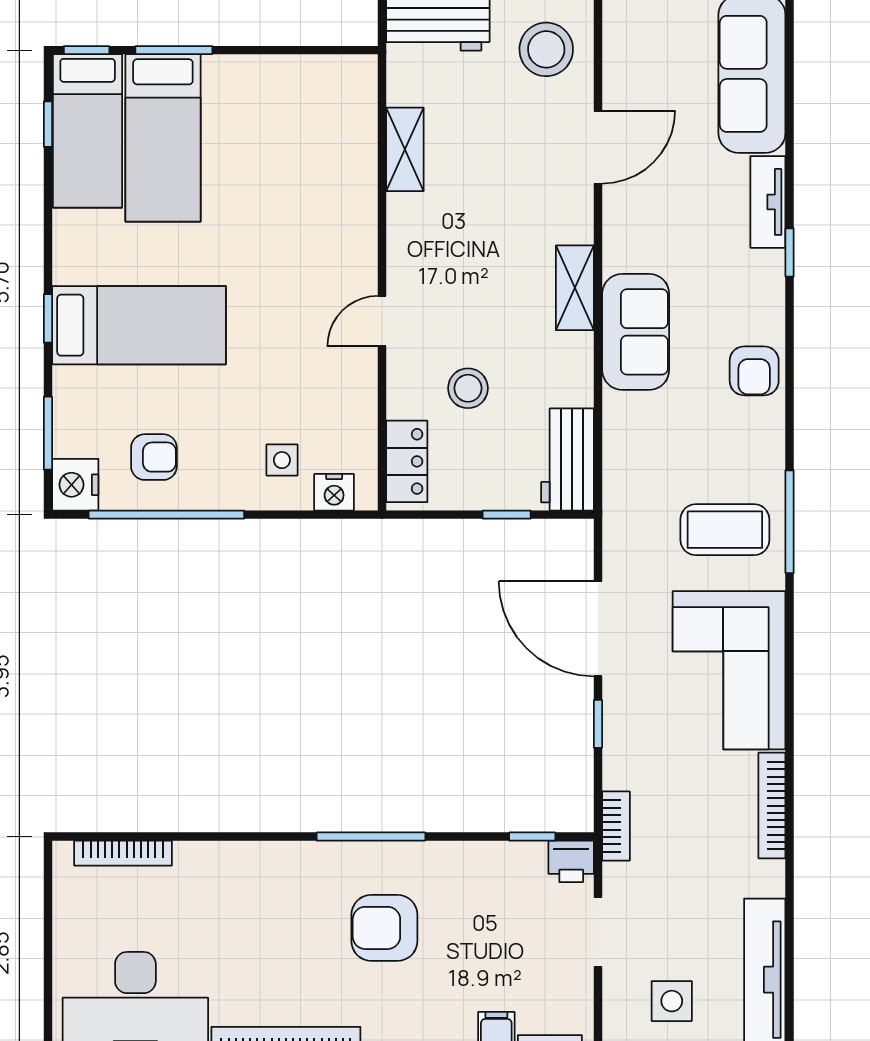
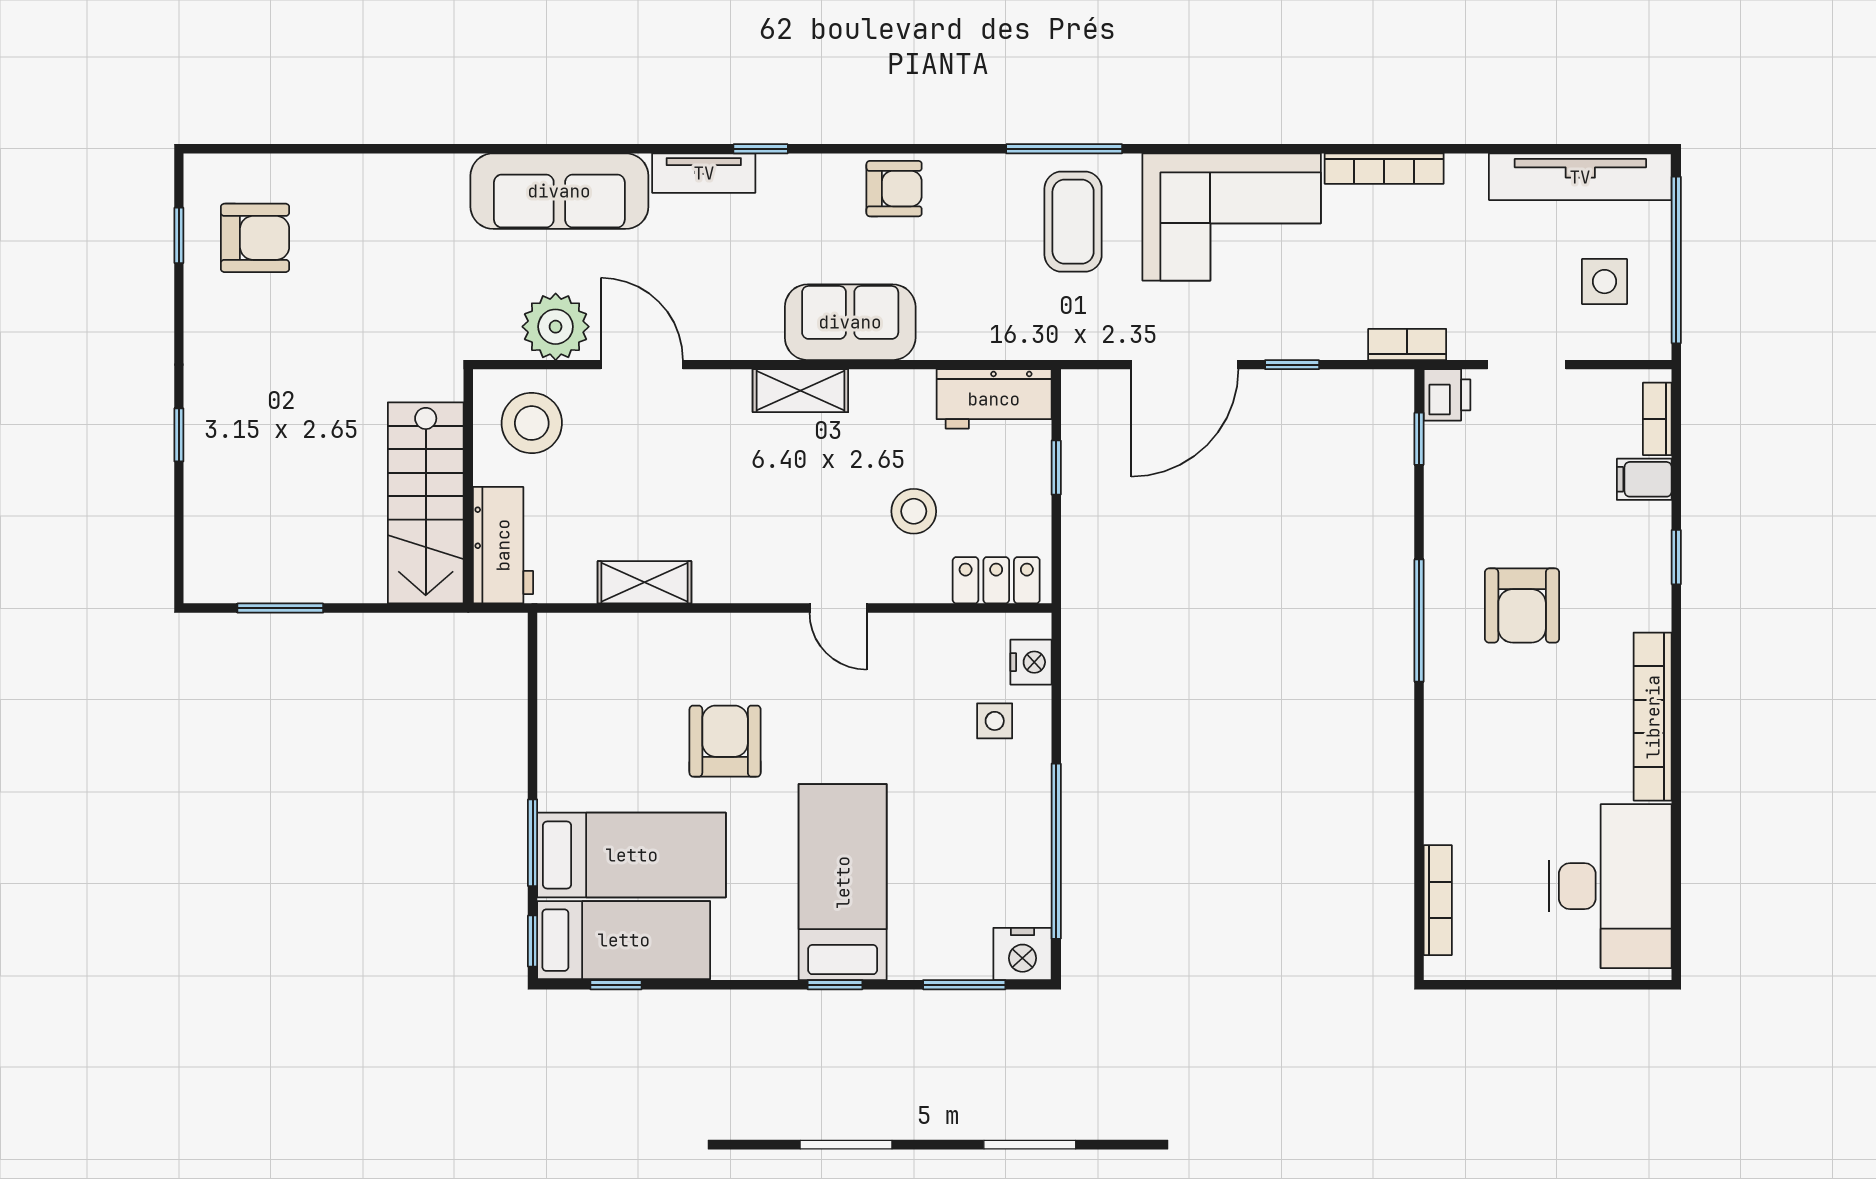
plant: (632, 70) -> (556, 327), added
armchair: (154, 457) -> (725, 741), moved, width x1.38, depth x1.38

